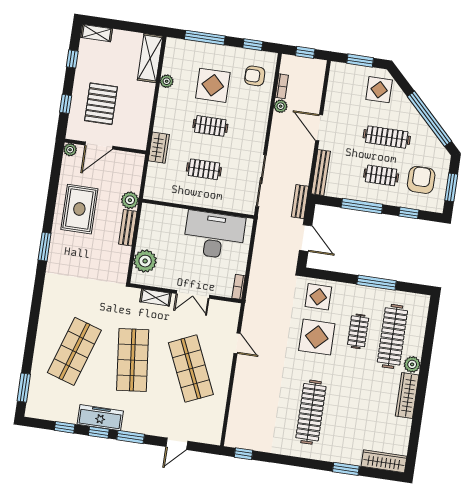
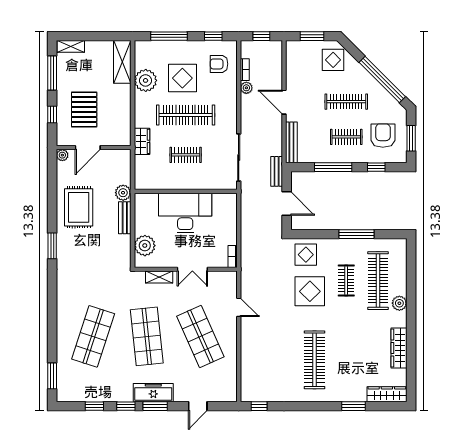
window: (72, 59) -> (52, 73), width x2.17
plant: (167, 81) -> (146, 80), width x1.88, depth x1.88
clothes rail: (210, 126) -> (186, 115), width x1.86, depth x1.31
desk: (214, 235) -> (185, 213), moved
wardrobe: (407, 395) -> (399, 348), moved
freezer: (100, 418) -> (153, 393), moved

